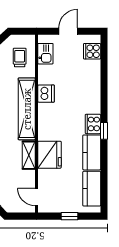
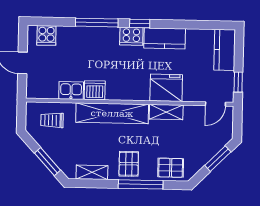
kitchen sink: (45, 54) -> (71, 90), moved
window: (104, 94) -> (97, 23), added
kitchen counter: (92, 189) -> (225, 50), moved, turned 90
window: (70, 216) -> (238, 82), moved

